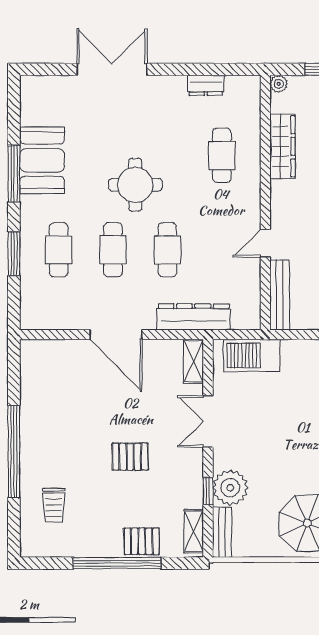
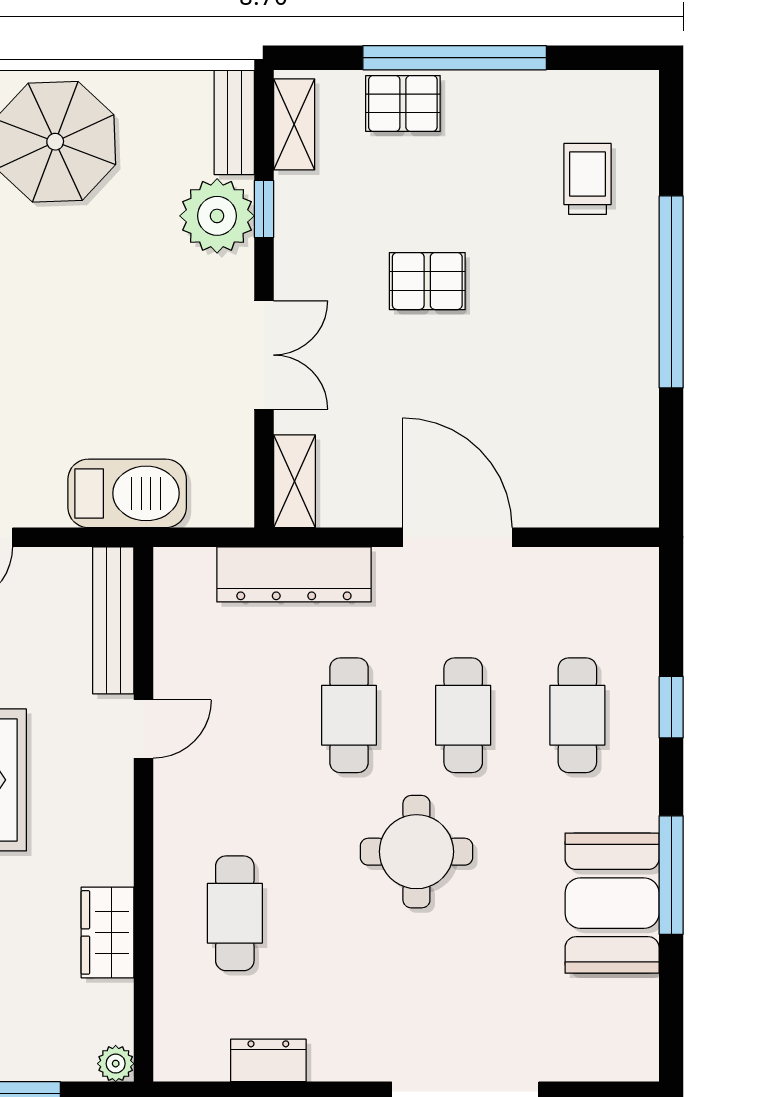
wardrobe: (282, 146) -> (108, 932), width x0.67
window: (14, 254) -> (671, 707), width x0.67
barbecue: (252, 355) -> (127, 493), moved

